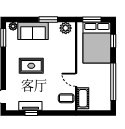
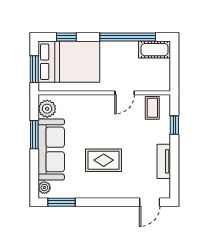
sofa: (33, 31) -> (51, 149), width x1.36
rug: (31, 66) -> (104, 160), turned 90
cot: (83, 98) -> (155, 50), moved
window: (31, 113) -> (174, 125), moved

